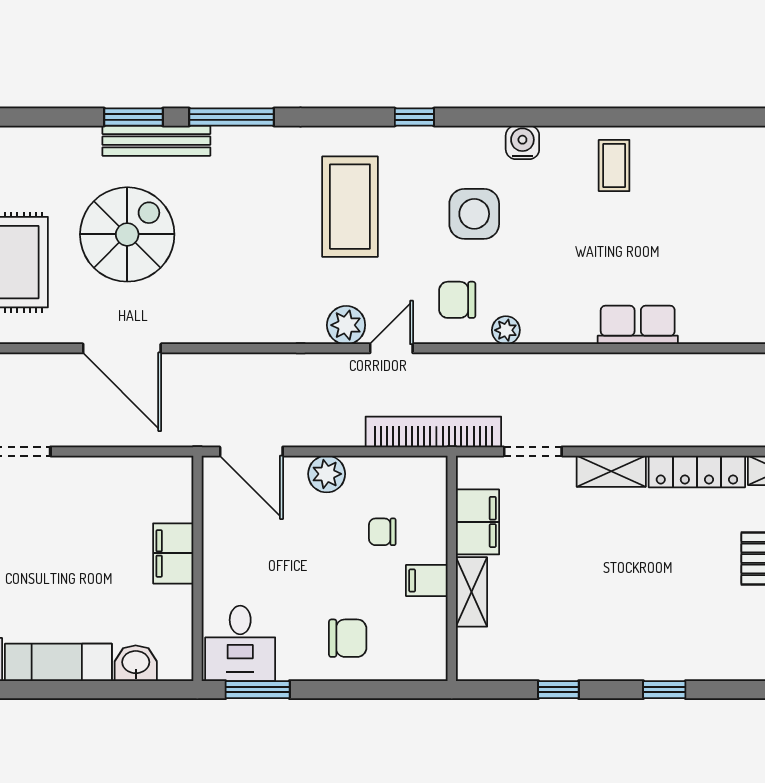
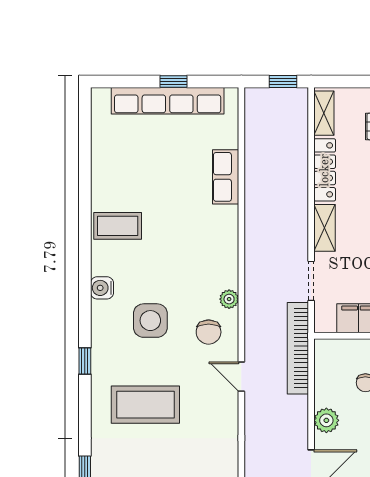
coffee table: (614, 166) -> (118, 226), width x1.36, depth x1.30
plant: (346, 325) -> (226, 407), removed
row of seats: (638, 325) -> (226, 177), moved

